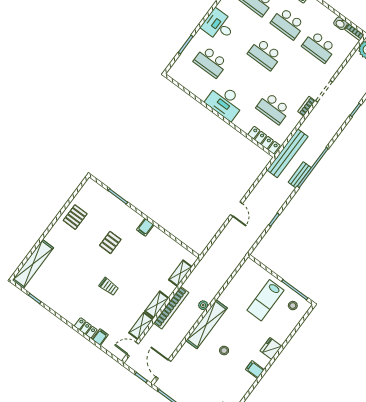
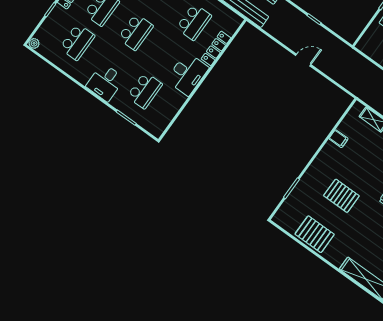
locker: (264, 140) -> (216, 48), moved
pallet: (75, 217) -> (315, 234), width x1.50, depth x1.42
filing cabinet: (145, 227) -> (339, 139), moved
pallet: (110, 242) -> (341, 196), width x1.50, depth x1.42

